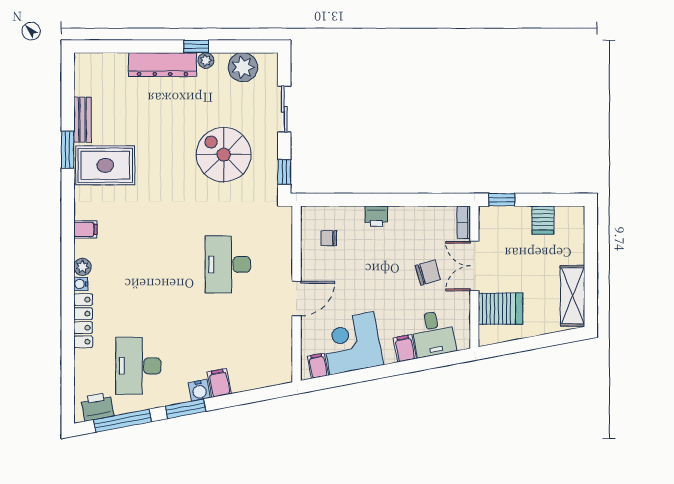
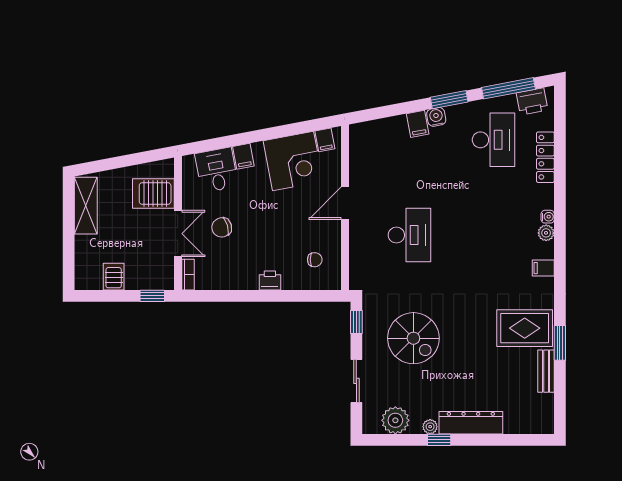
locker: (83, 321) -> (545, 157), moved

